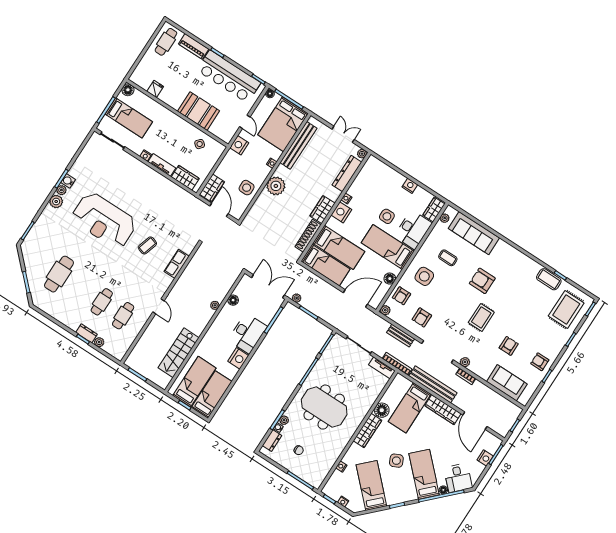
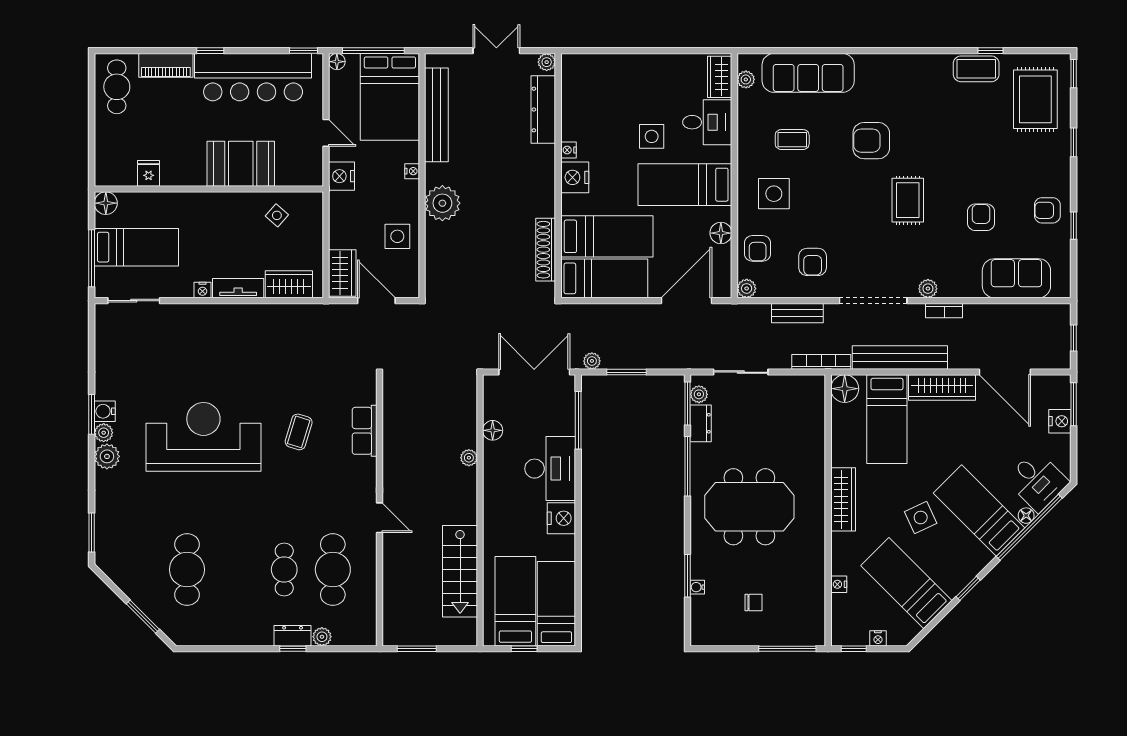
nightstand: (410, 186) -> (657, 64), removed
wardrobe: (322, 210) -> (542, 193), removed
reception desk: (104, 220) -> (203, 437), turned 180
desk: (413, 230) -> (707, 122), width x0.73
cafe table: (123, 316) -> (333, 570), width x1.37, depth x1.35
tv unit: (382, 368) -> (801, 384), removed
floor lamp: (382, 410) -> (845, 389), moved
plant: (284, 420) -> (699, 394), moved
dresser: (272, 440) -> (701, 423), moved

